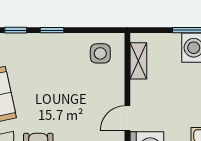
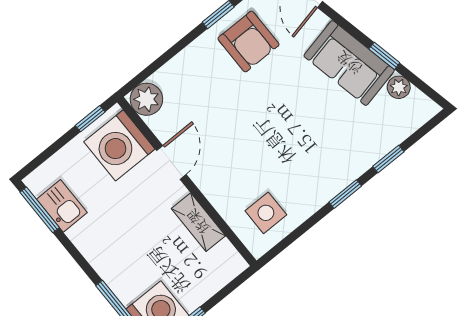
shelving: (138, 61) -> (198, 222), moved

